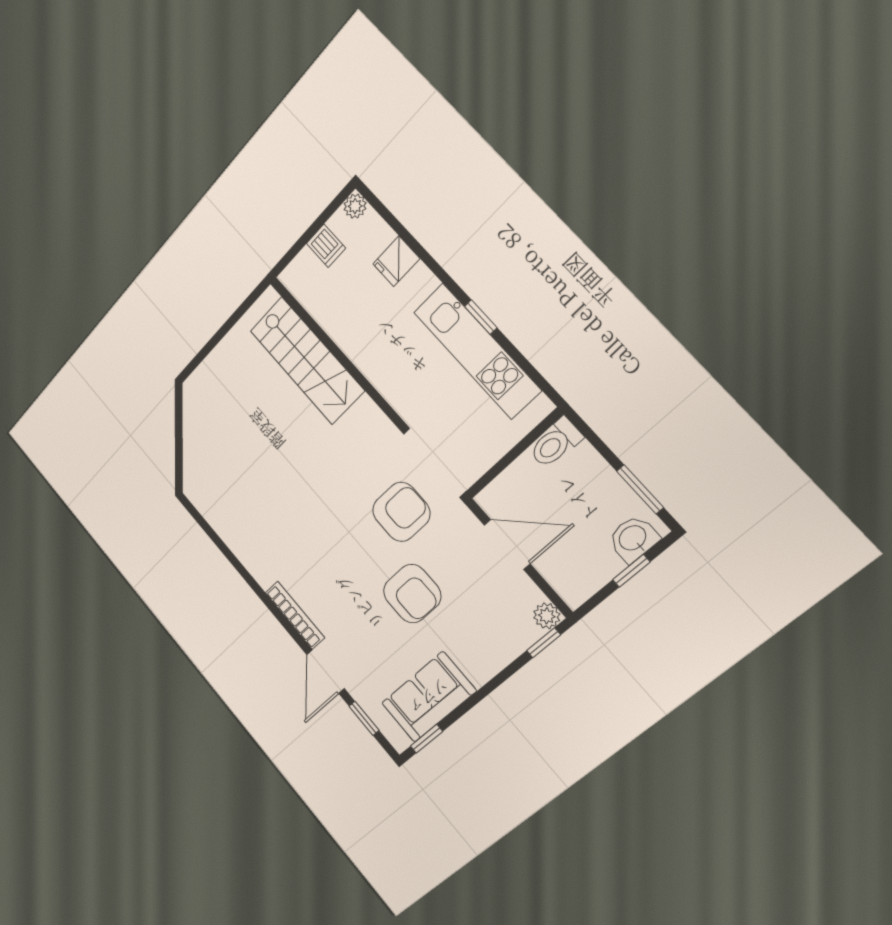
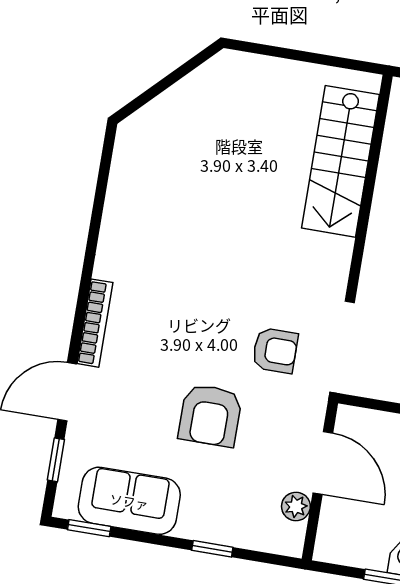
armchair: (401, 512) -> (275, 350), width x0.72, depth x0.72
plant: (547, 616) -> (296, 506), moved
window: (544, 643) -> (212, 549), moved

